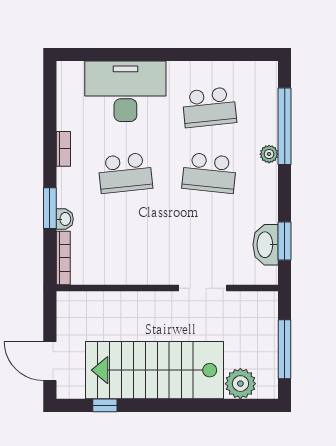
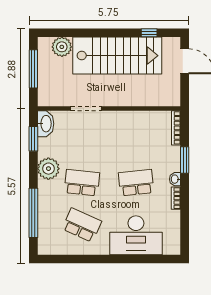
school desk: (209, 107) -> (82, 225), turned 30
plant: (269, 154) -> (48, 169), moved, width x1.87, depth x1.87
washbasin: (65, 219) -> (175, 179), moved
washbasin: (266, 245) -> (46, 124), moved

